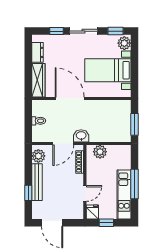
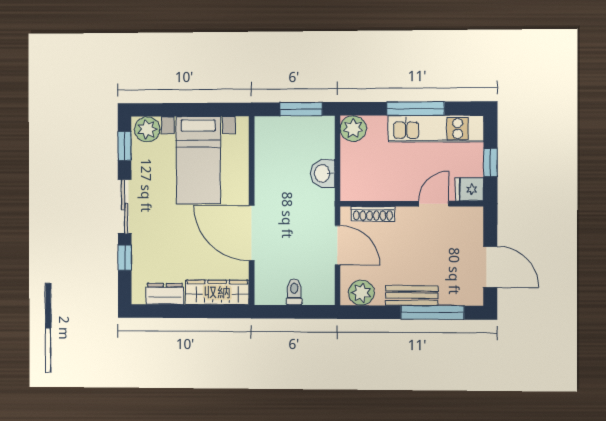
door: (70, 98) -> (252, 233), hinge flipped
washbasin: (81, 136) -> (323, 173), moved
plant: (100, 152) -> (353, 129), moved
bench: (37, 182) -> (412, 296), width x0.73
window: (28, 193) -> (432, 313), width x2.17
door: (85, 193) -> (434, 204), hinge flipped
door: (52, 223) -> (490, 267), hinge flipped

